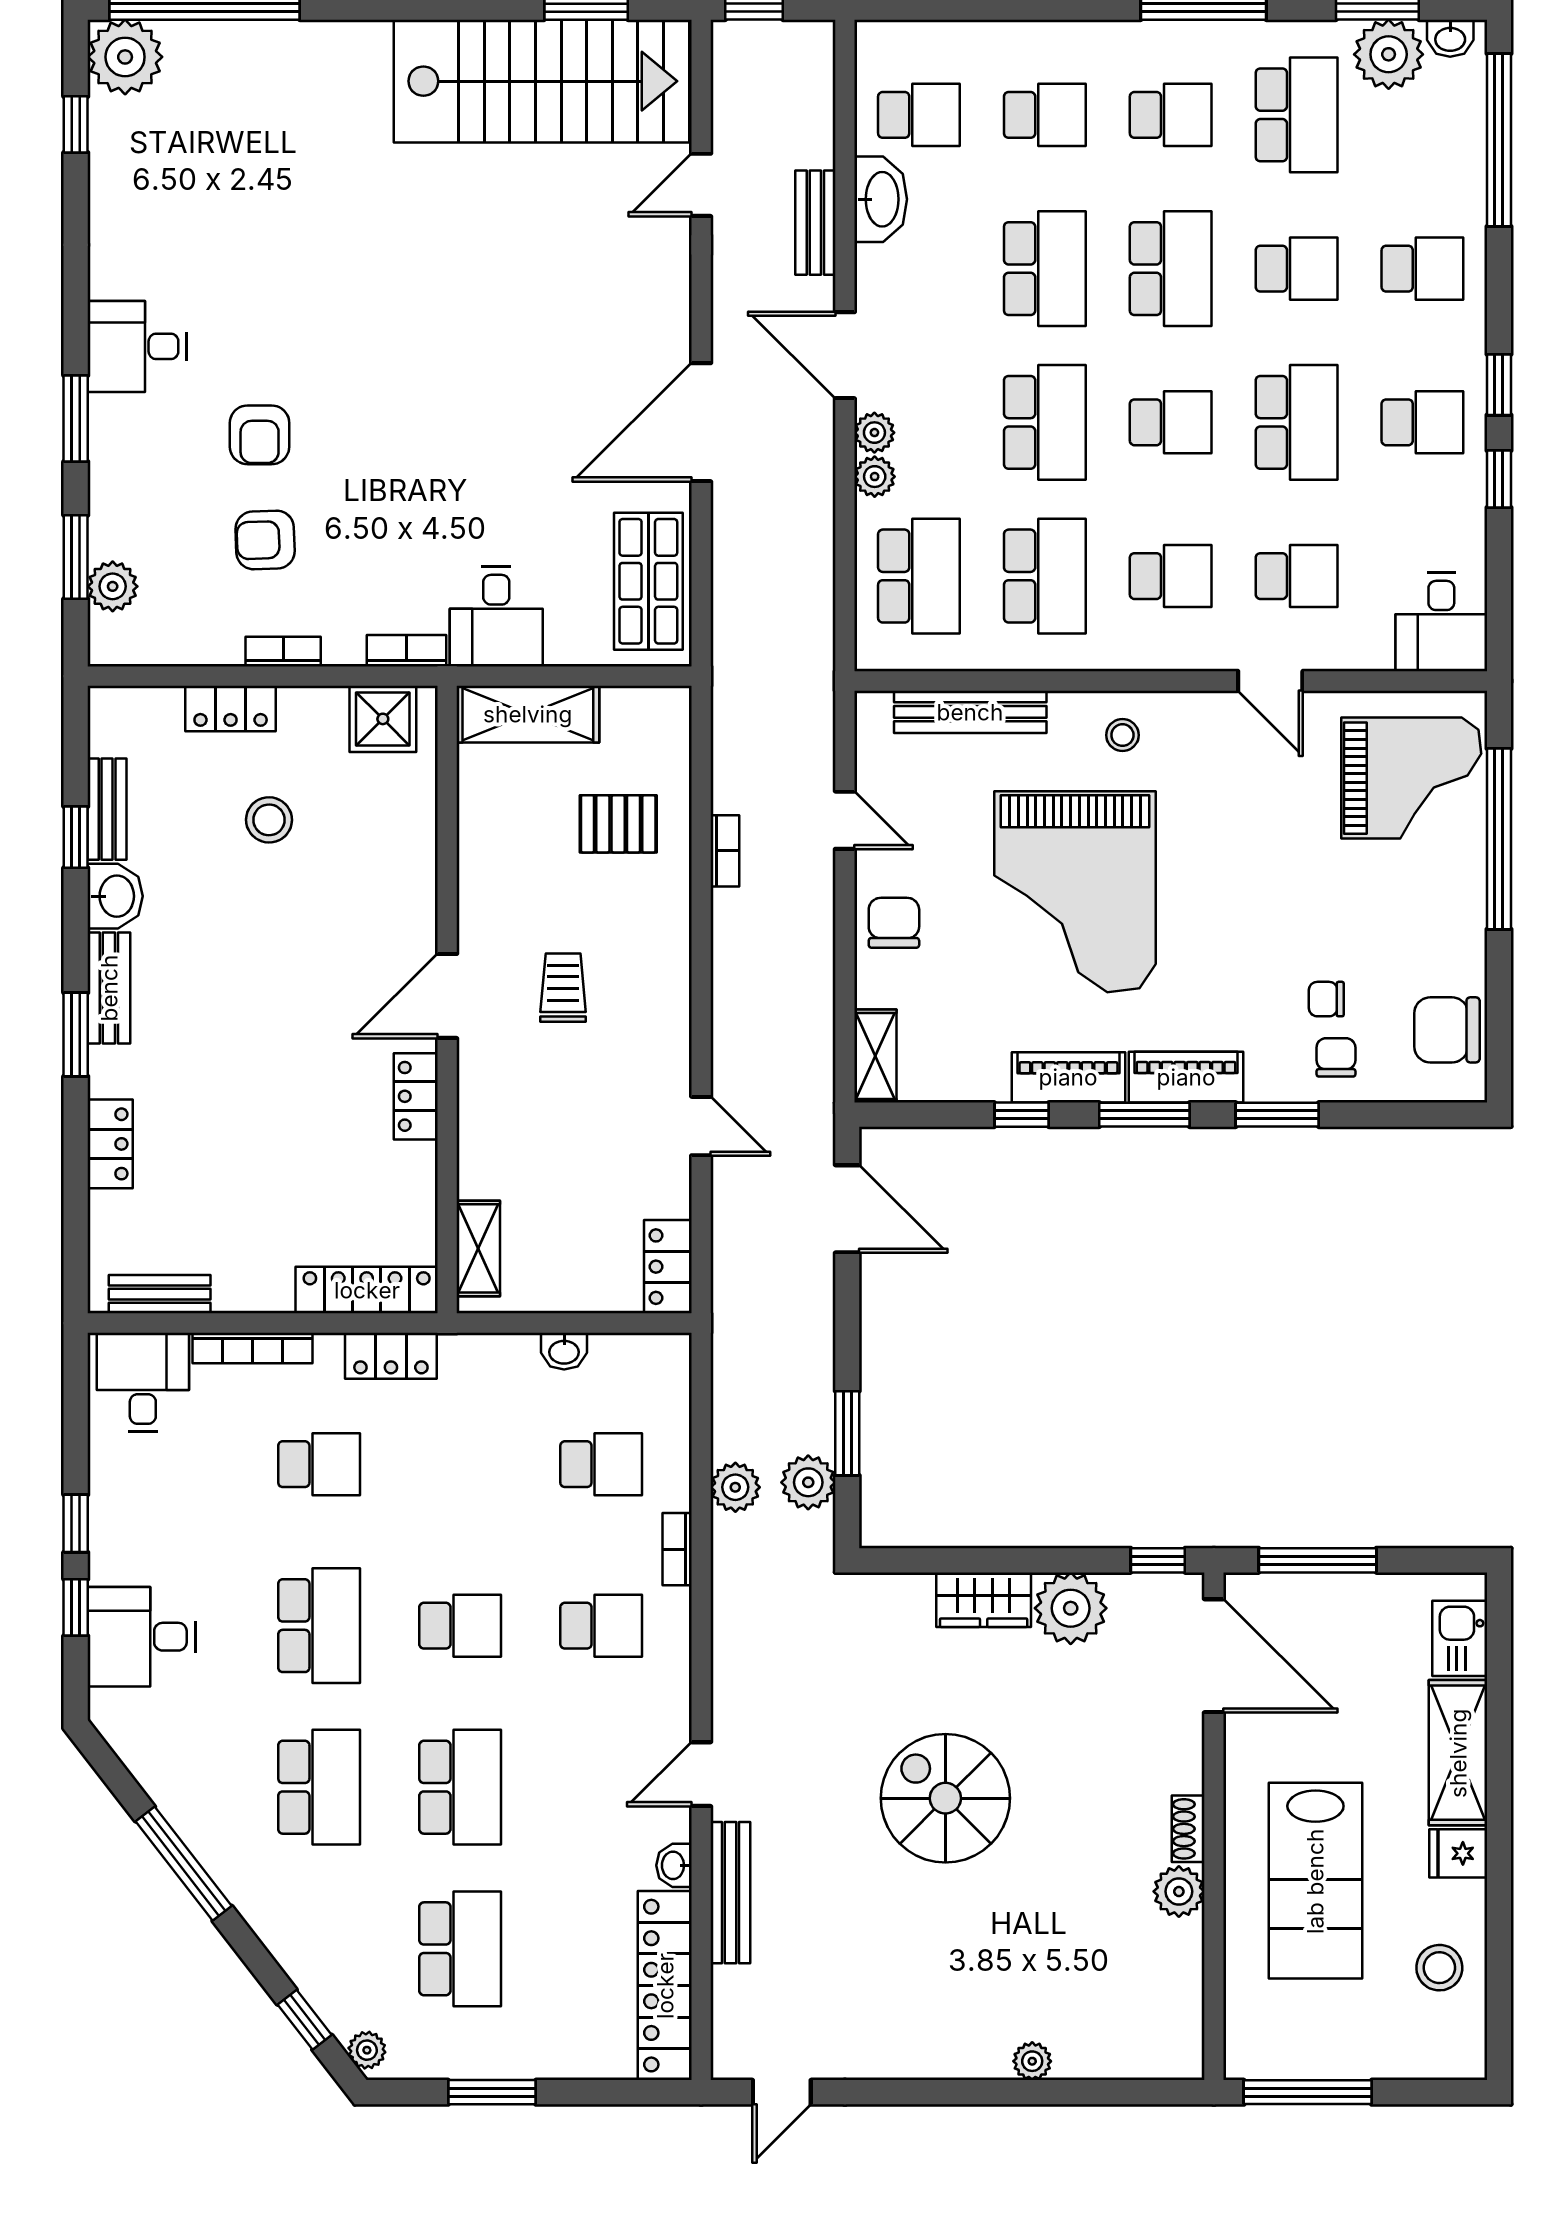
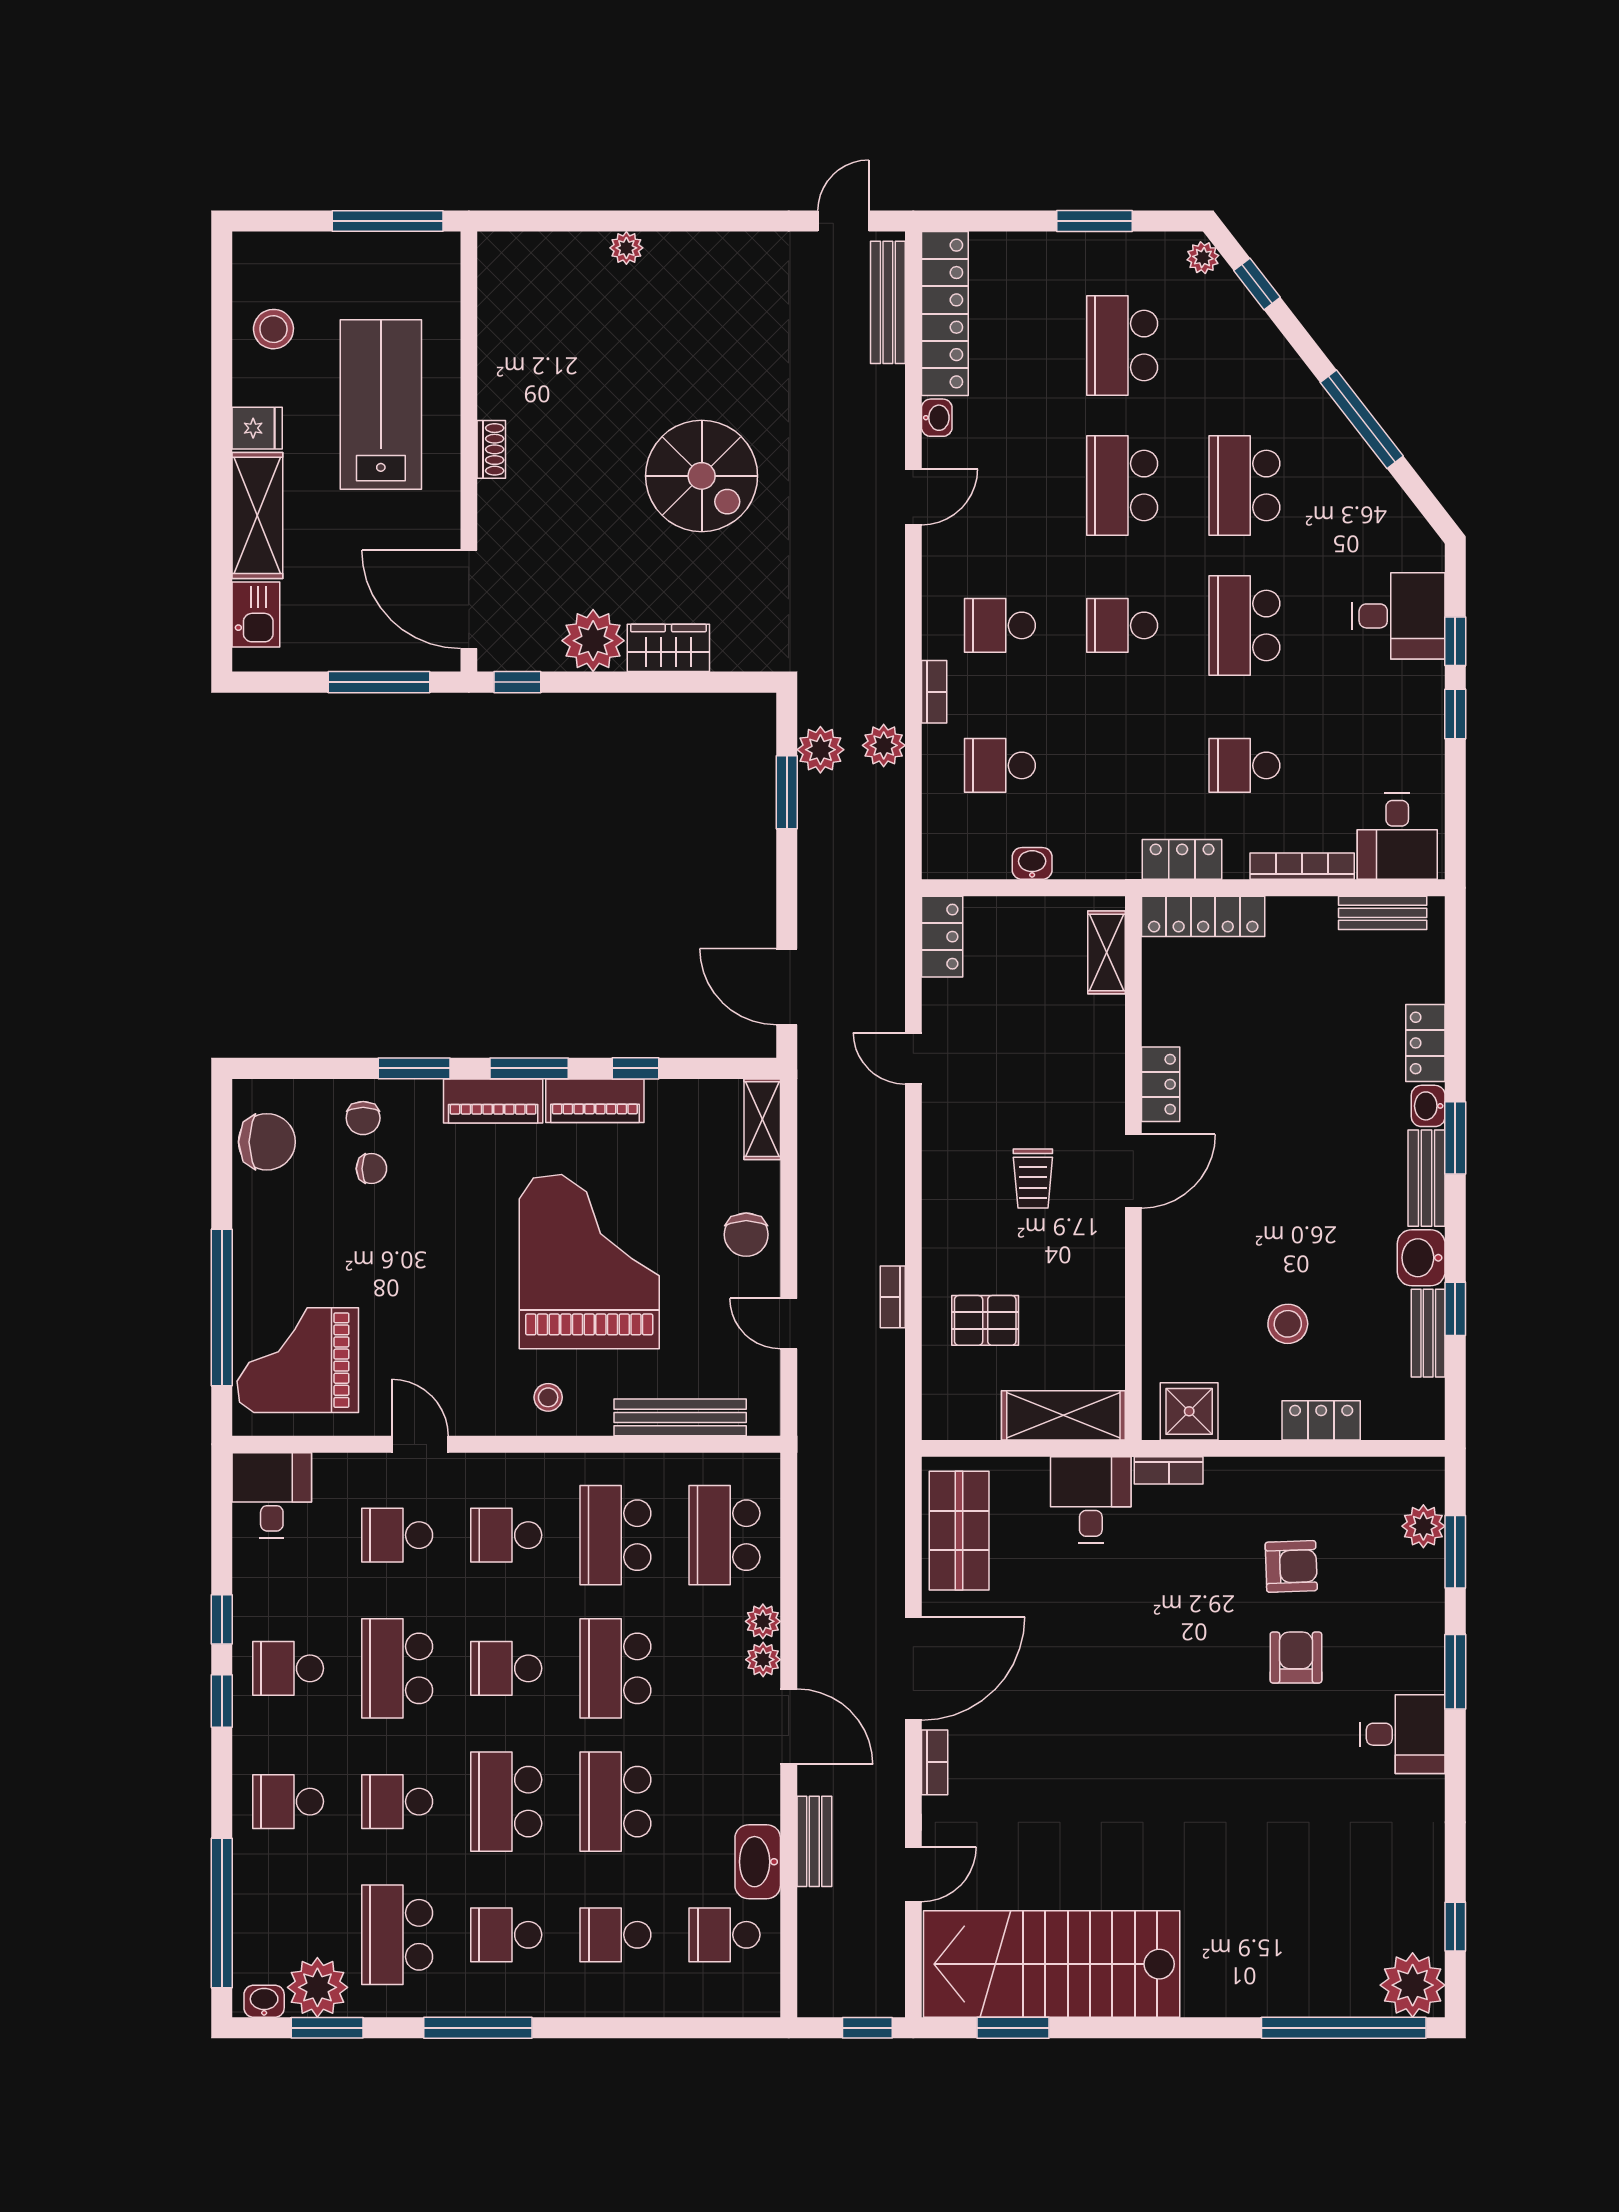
bookcase: (283, 652) -> (935, 1762), moved, turned -90
washbasin: (107, 1071) -> (1428, 1106), added
plant: (1179, 1891) -> (499, 395), removed
bench: (730, 1893) -> (888, 302), moved

